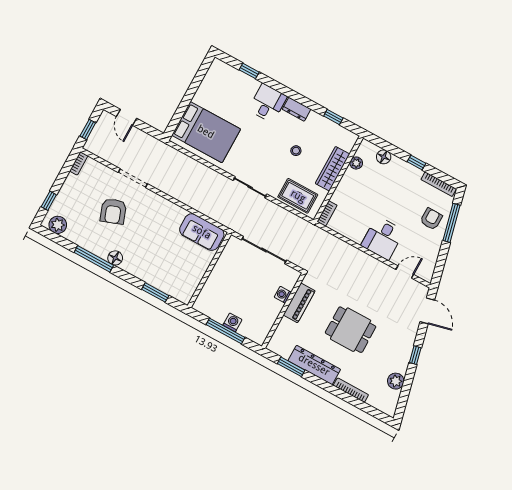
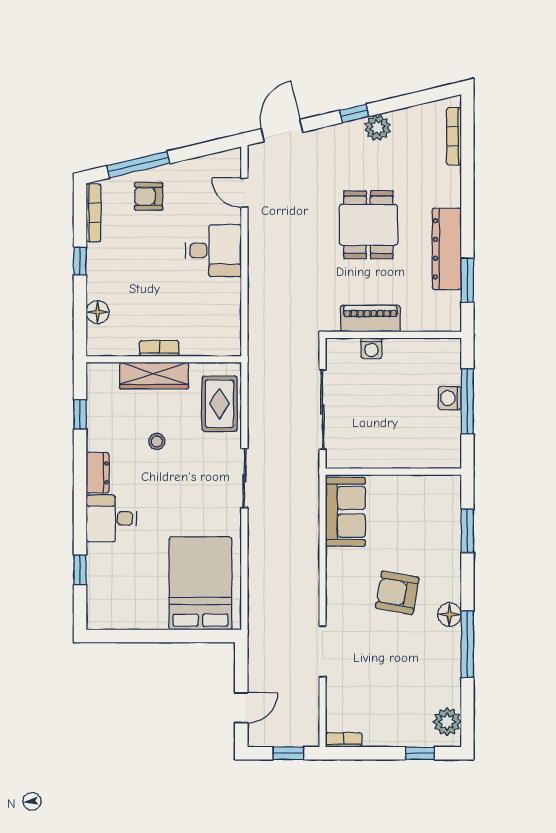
plant: (356, 163) -> (128, 346), removed
armchair: (113, 211) -> (397, 593), moved, turned -150
bookcase: (327, 213) -> (159, 348), moved
plant: (396, 381) -> (377, 128), moved
bookcase: (351, 390) -> (454, 136), moved

